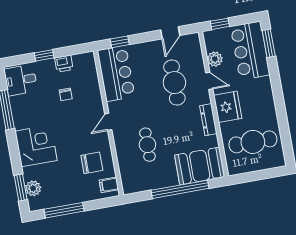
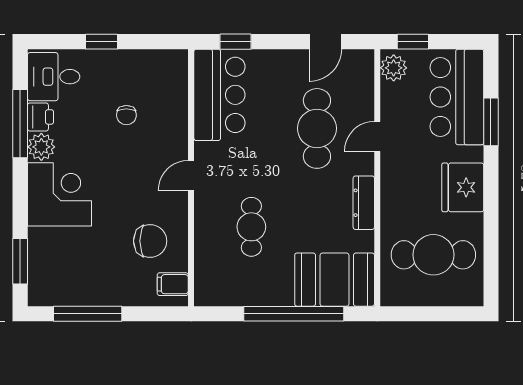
window: (269, 43) -> (491, 122), moved
plant: (215, 59) -> (394, 68), moved
printer: (64, 64) -> (41, 117), moved, turned -90
door: (209, 81) -> (377, 136), swing flipped
fridge: (228, 107) -> (463, 187), moved, turned 180
plant: (33, 188) -> (41, 147), moved

